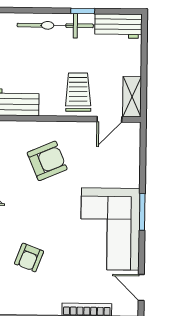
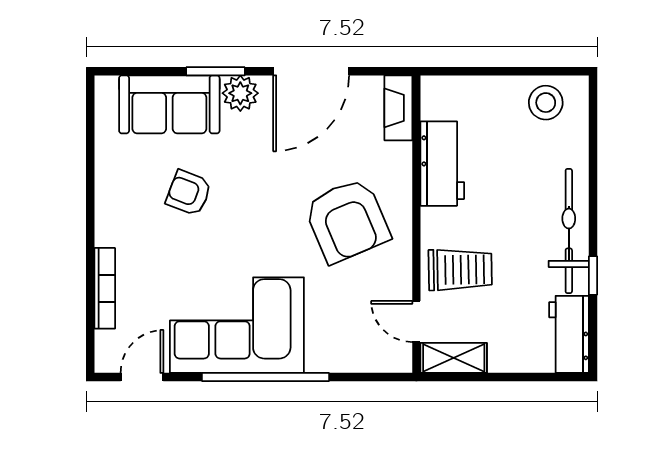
armchair: (47, 161) -> (347, 220), width x1.36, depth x1.36
window: (142, 212) -> (266, 377), width x2.11

